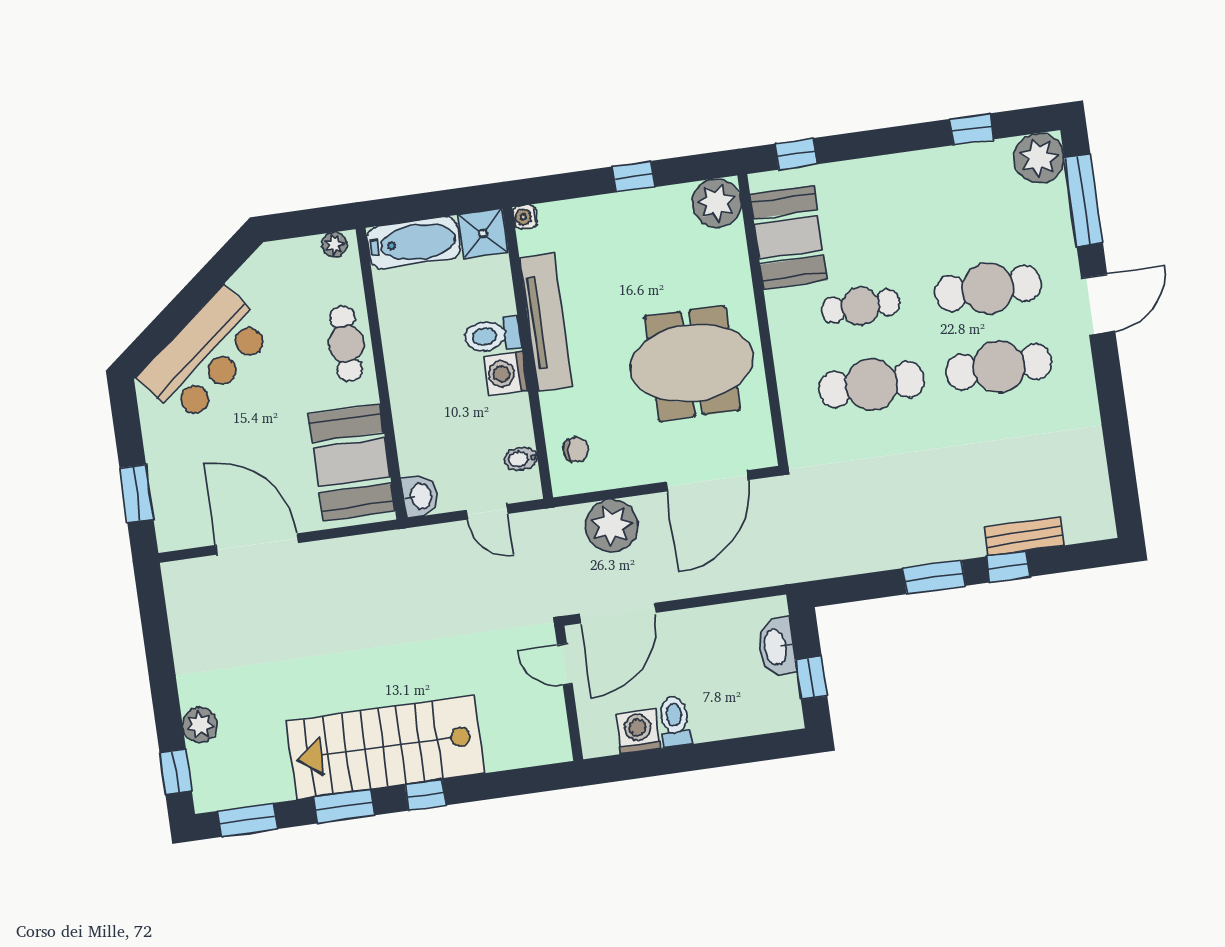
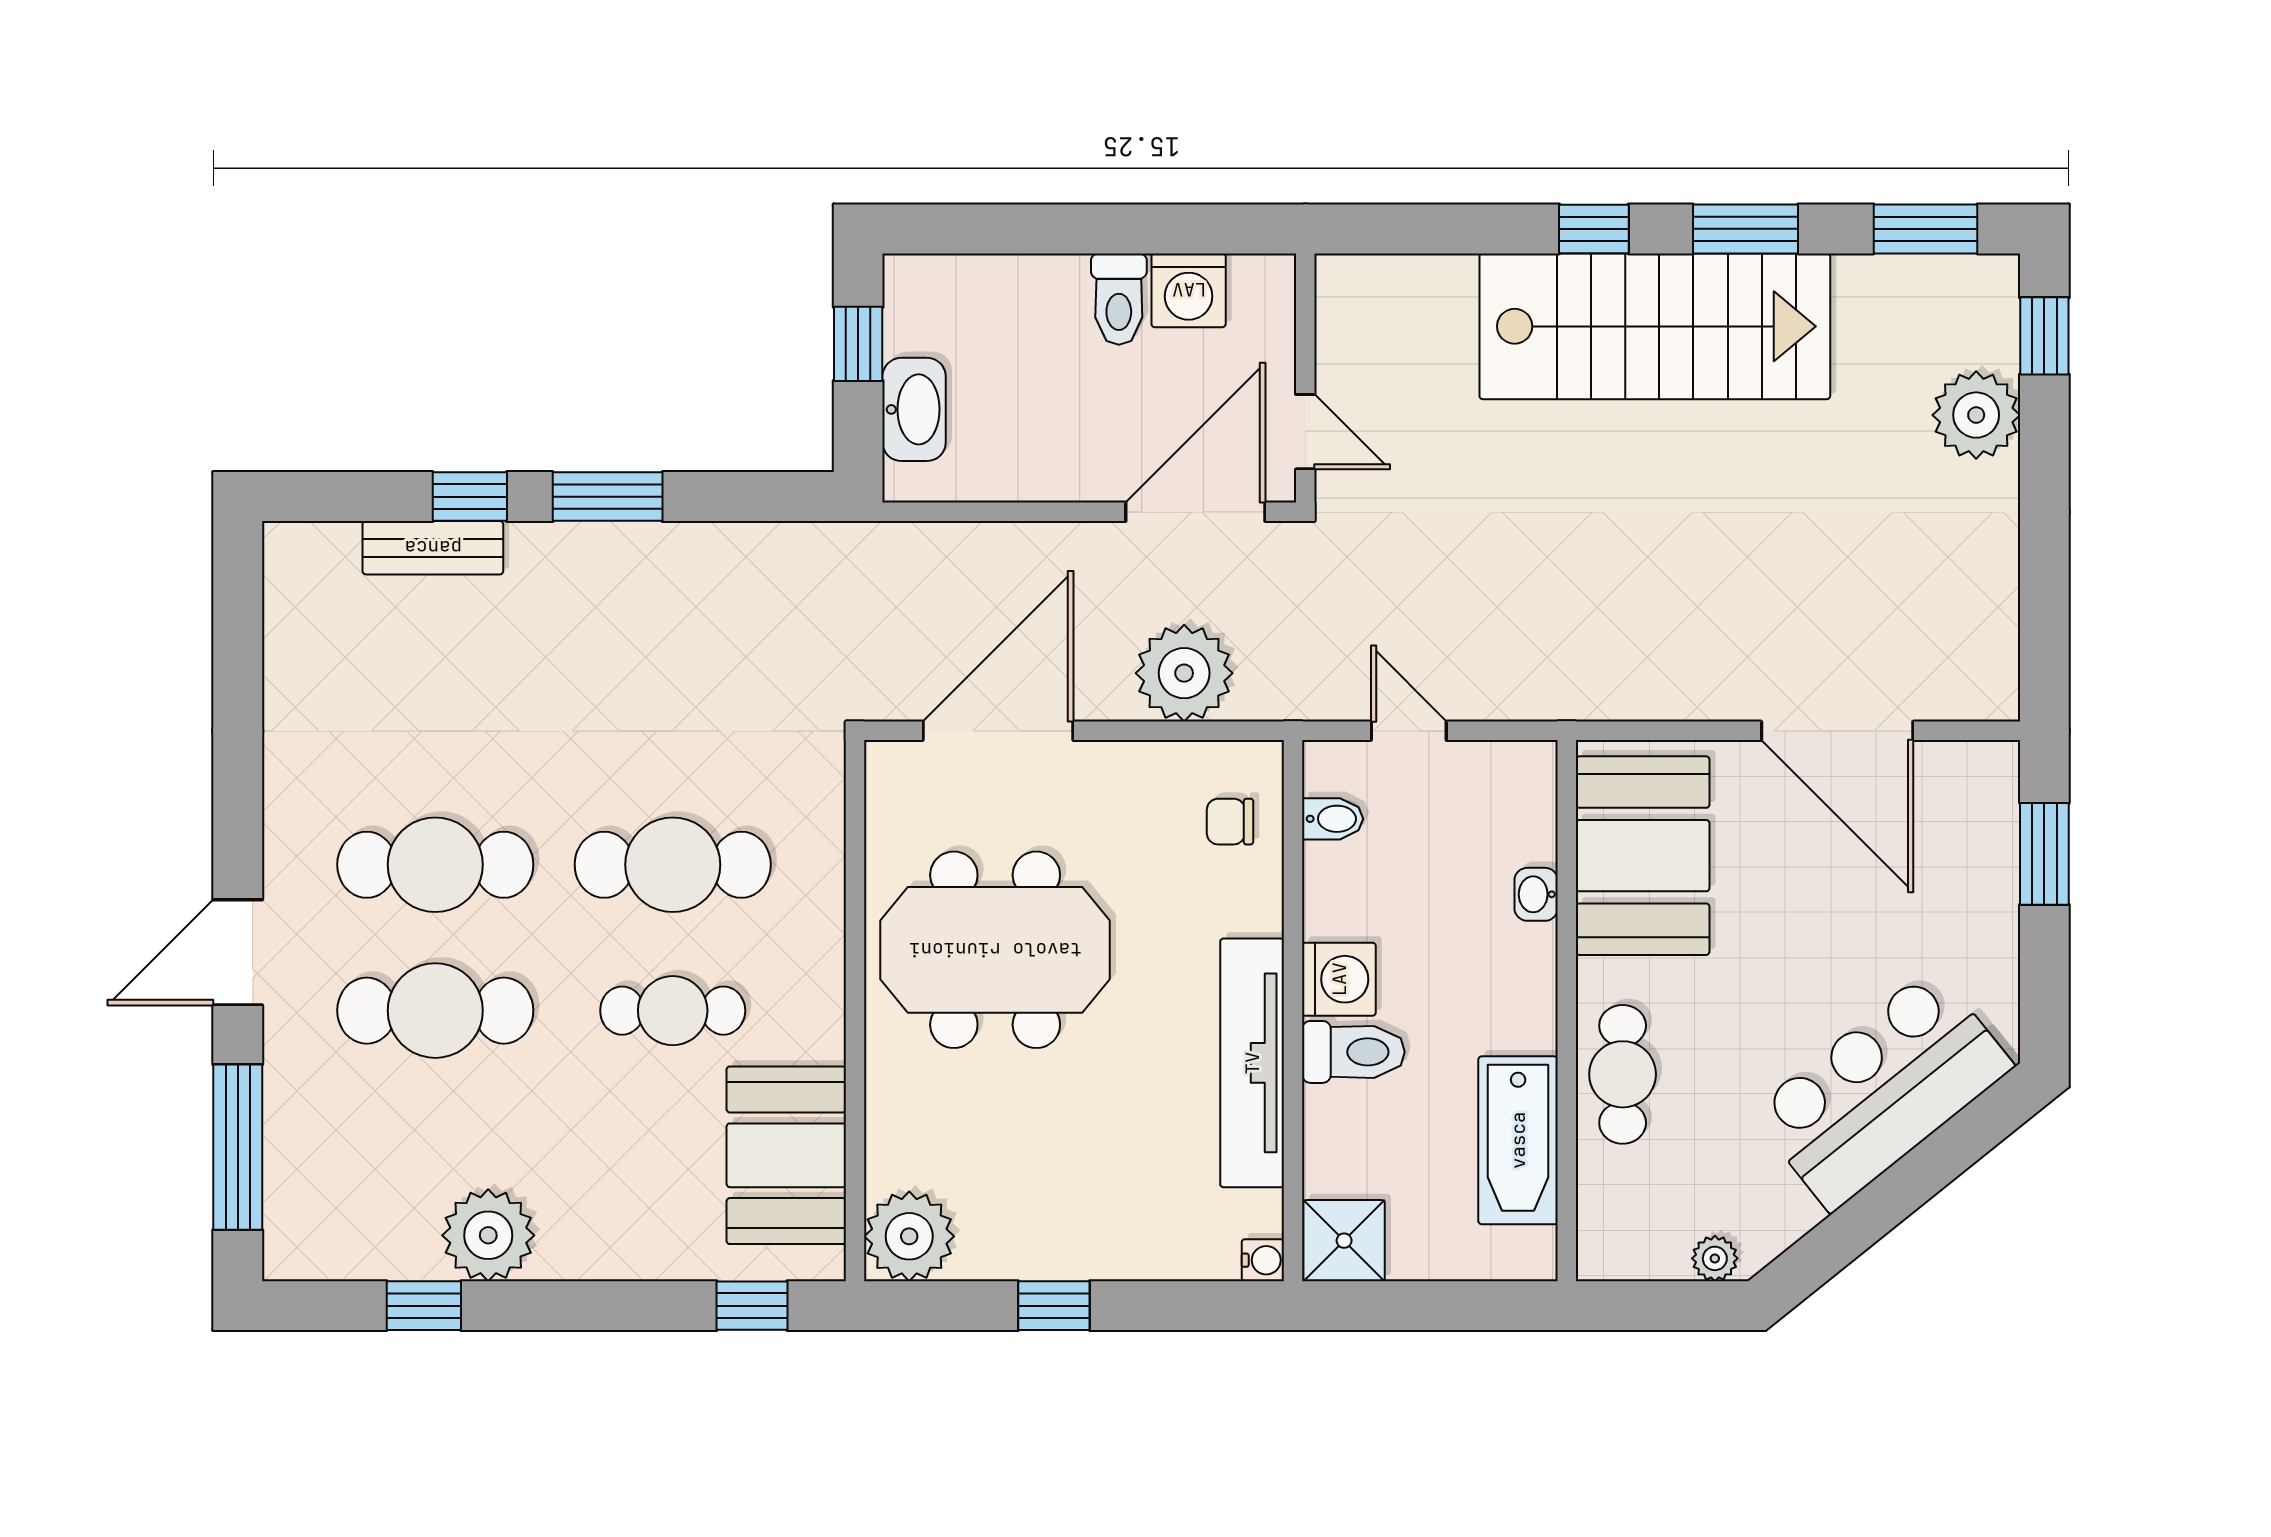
plant: (1039, 158) -> (488, 1235), moved
bathtub: (413, 243) -> (1518, 1140), moved, turned -90
plant: (334, 245) -> (1715, 1258), moved
washbasin: (420, 496) -> (1536, 894), moved, width x0.72, depth x0.69
plant: (200, 725) -> (1976, 415), width x1.36, depth x1.36

